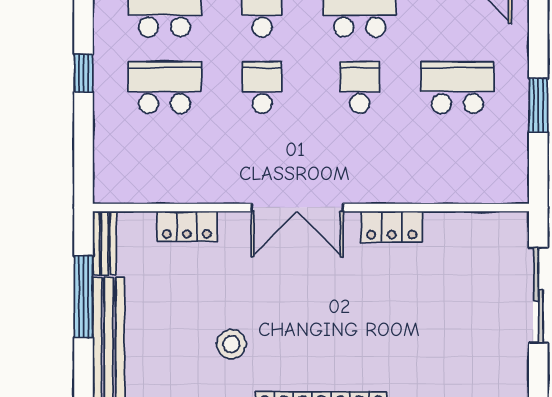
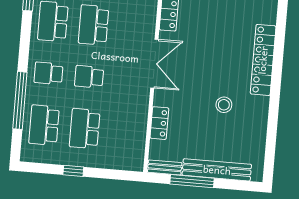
school desk: (360, 88) -> (93, 25), width x1.85

